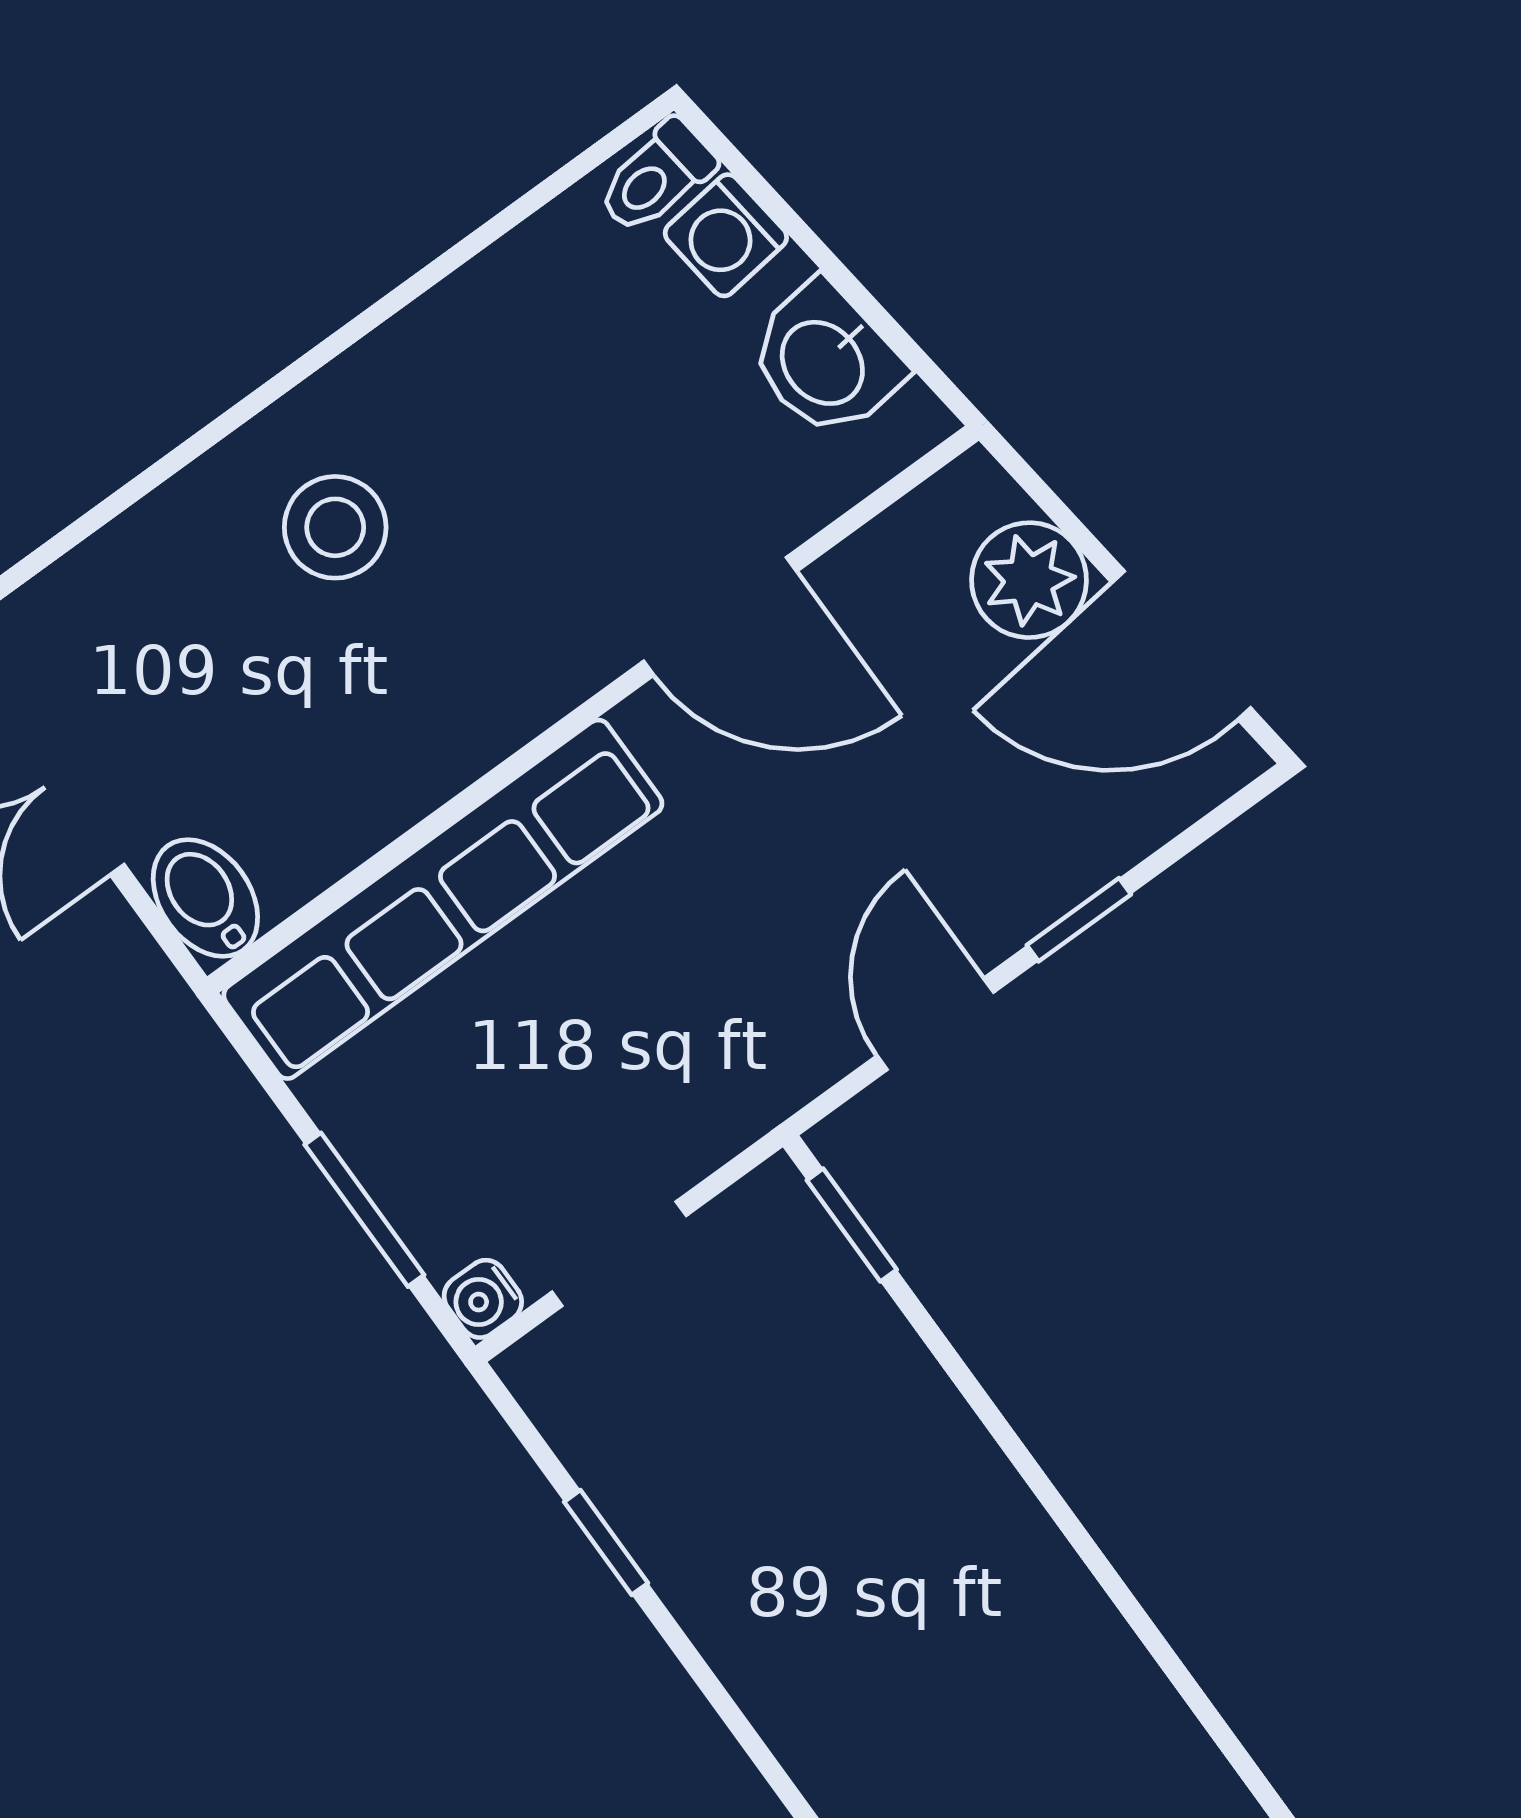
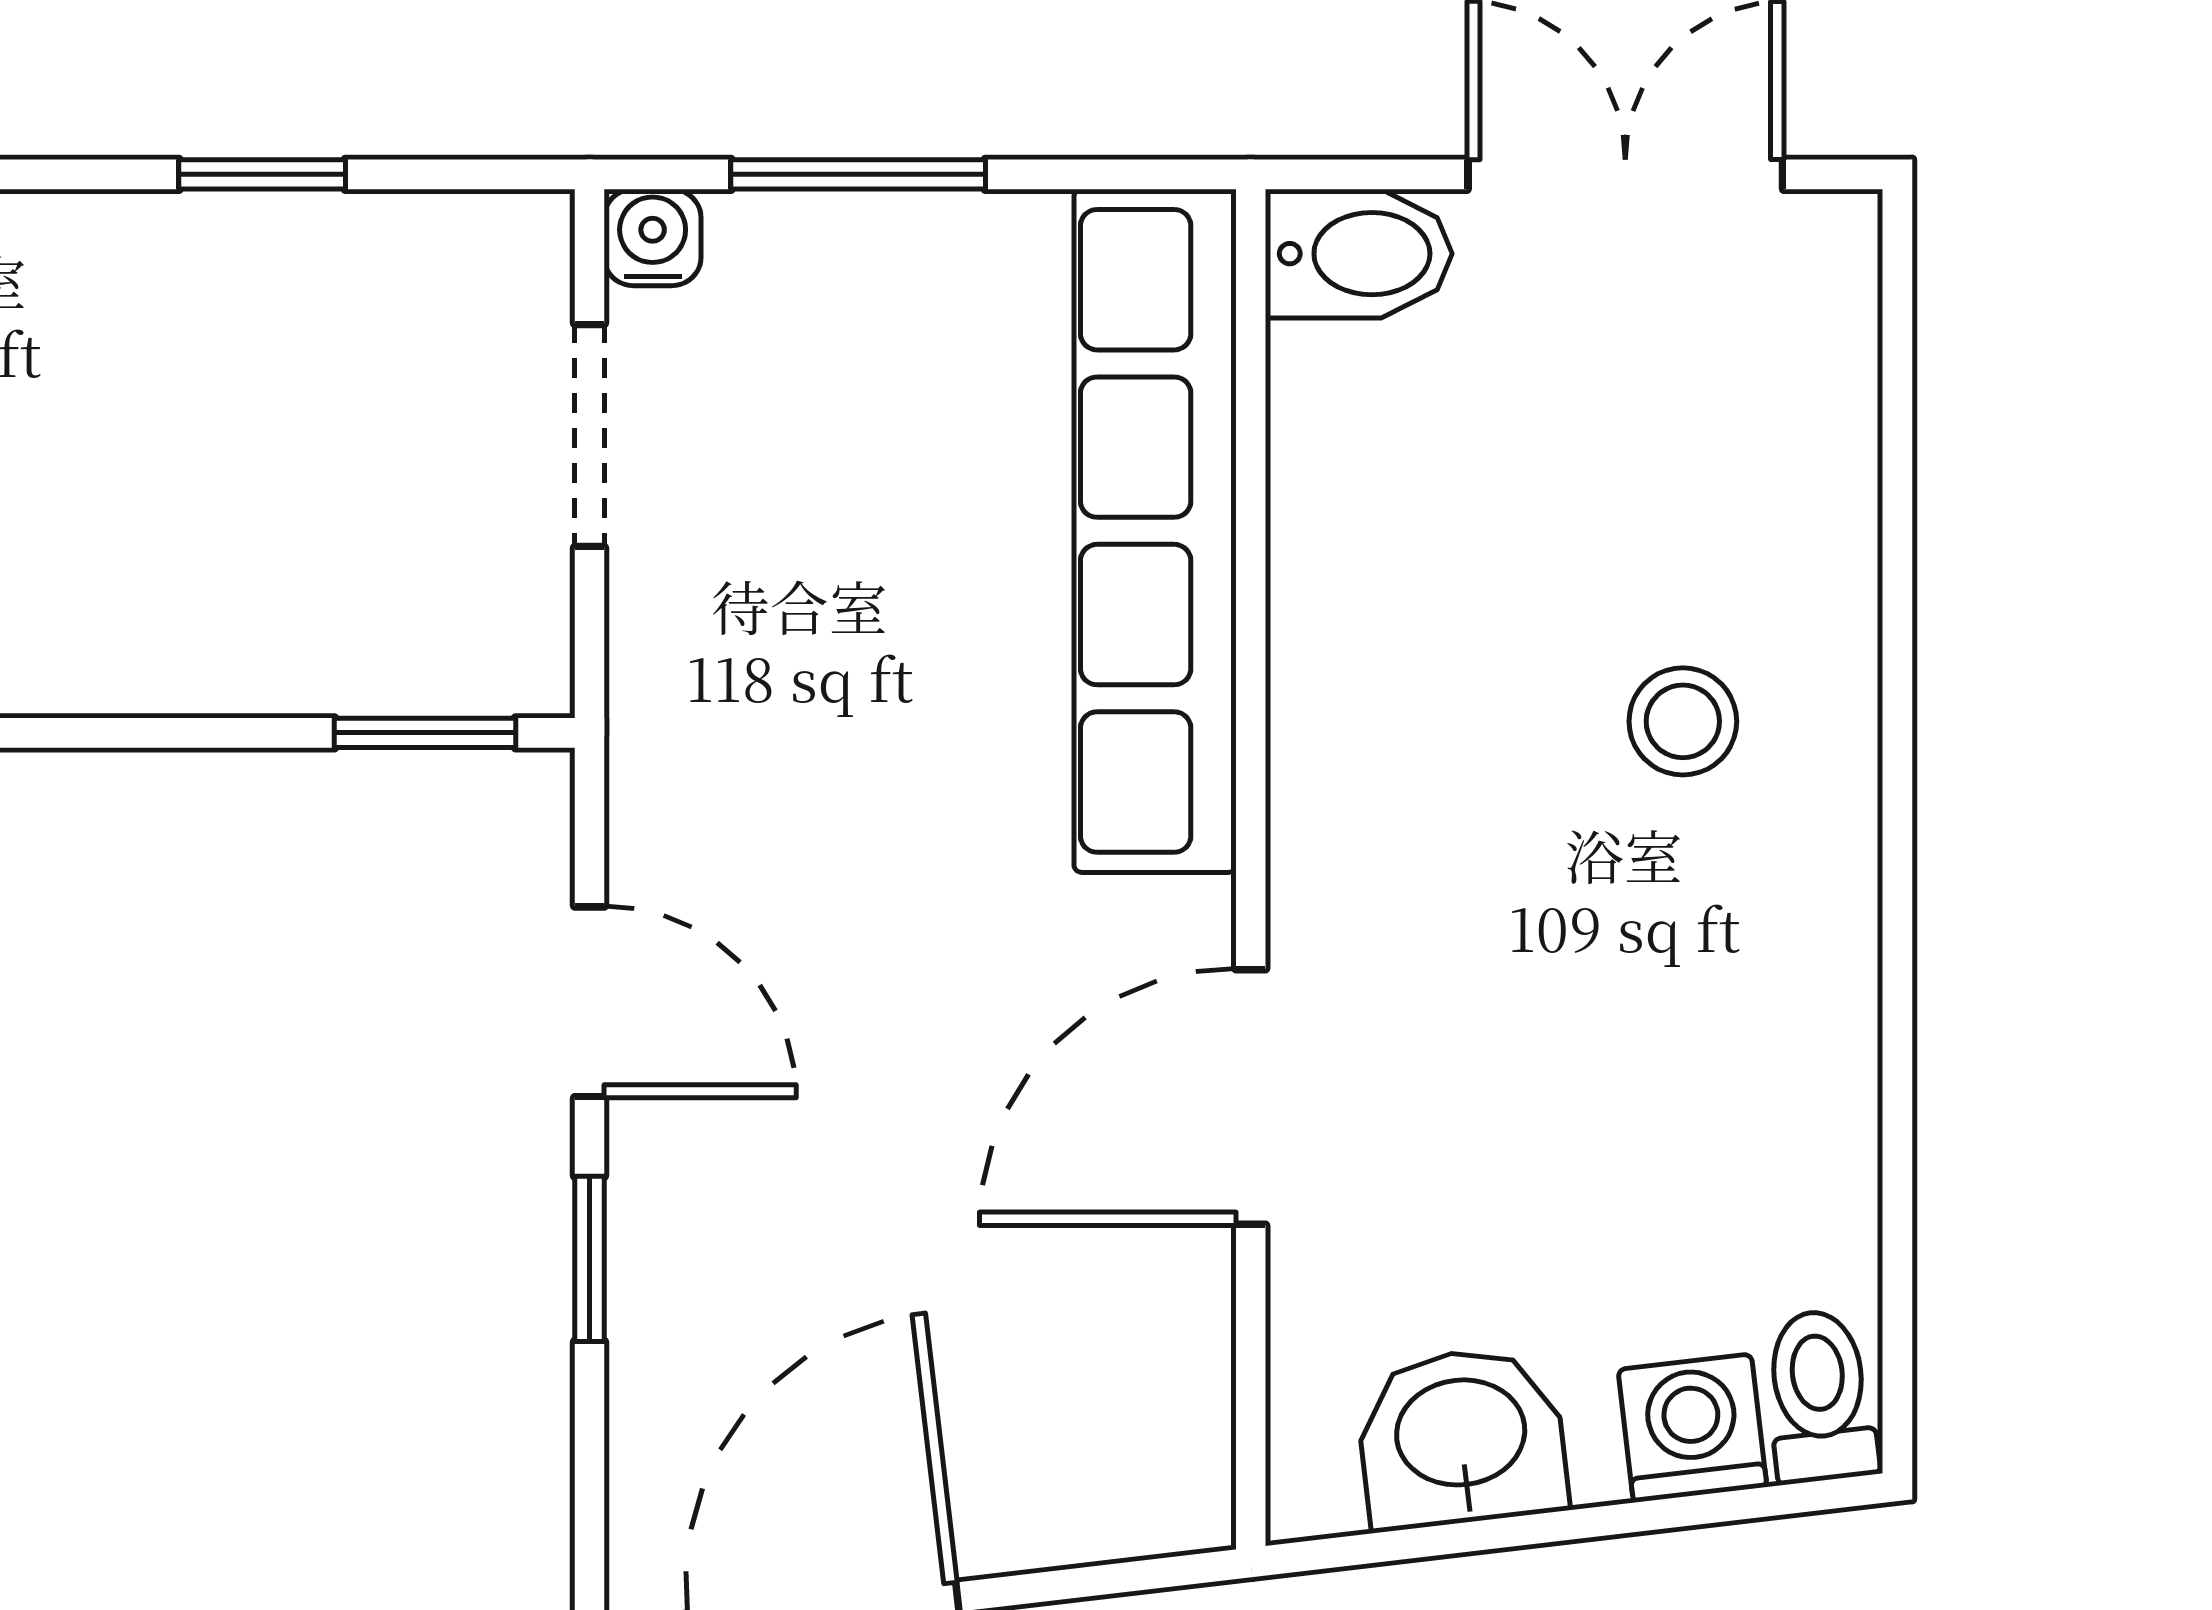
stool: (335, 527) -> (1683, 721), width x0.73, depth x0.73
plant: (1029, 580) -> (1030, 1490), removed

